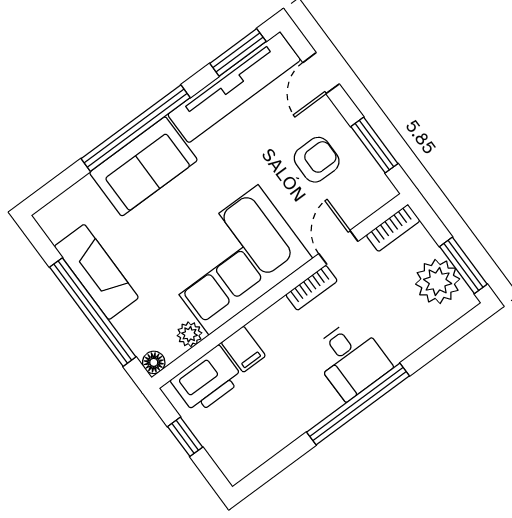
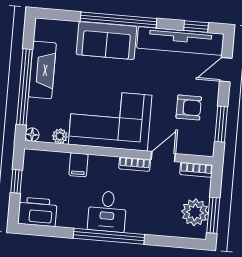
window: (238, 52) -> (196, 27), width x0.67
desk: (351, 359) -> (107, 211), moved
printer: (207, 380) -> (37, 212), moved, turned 180

